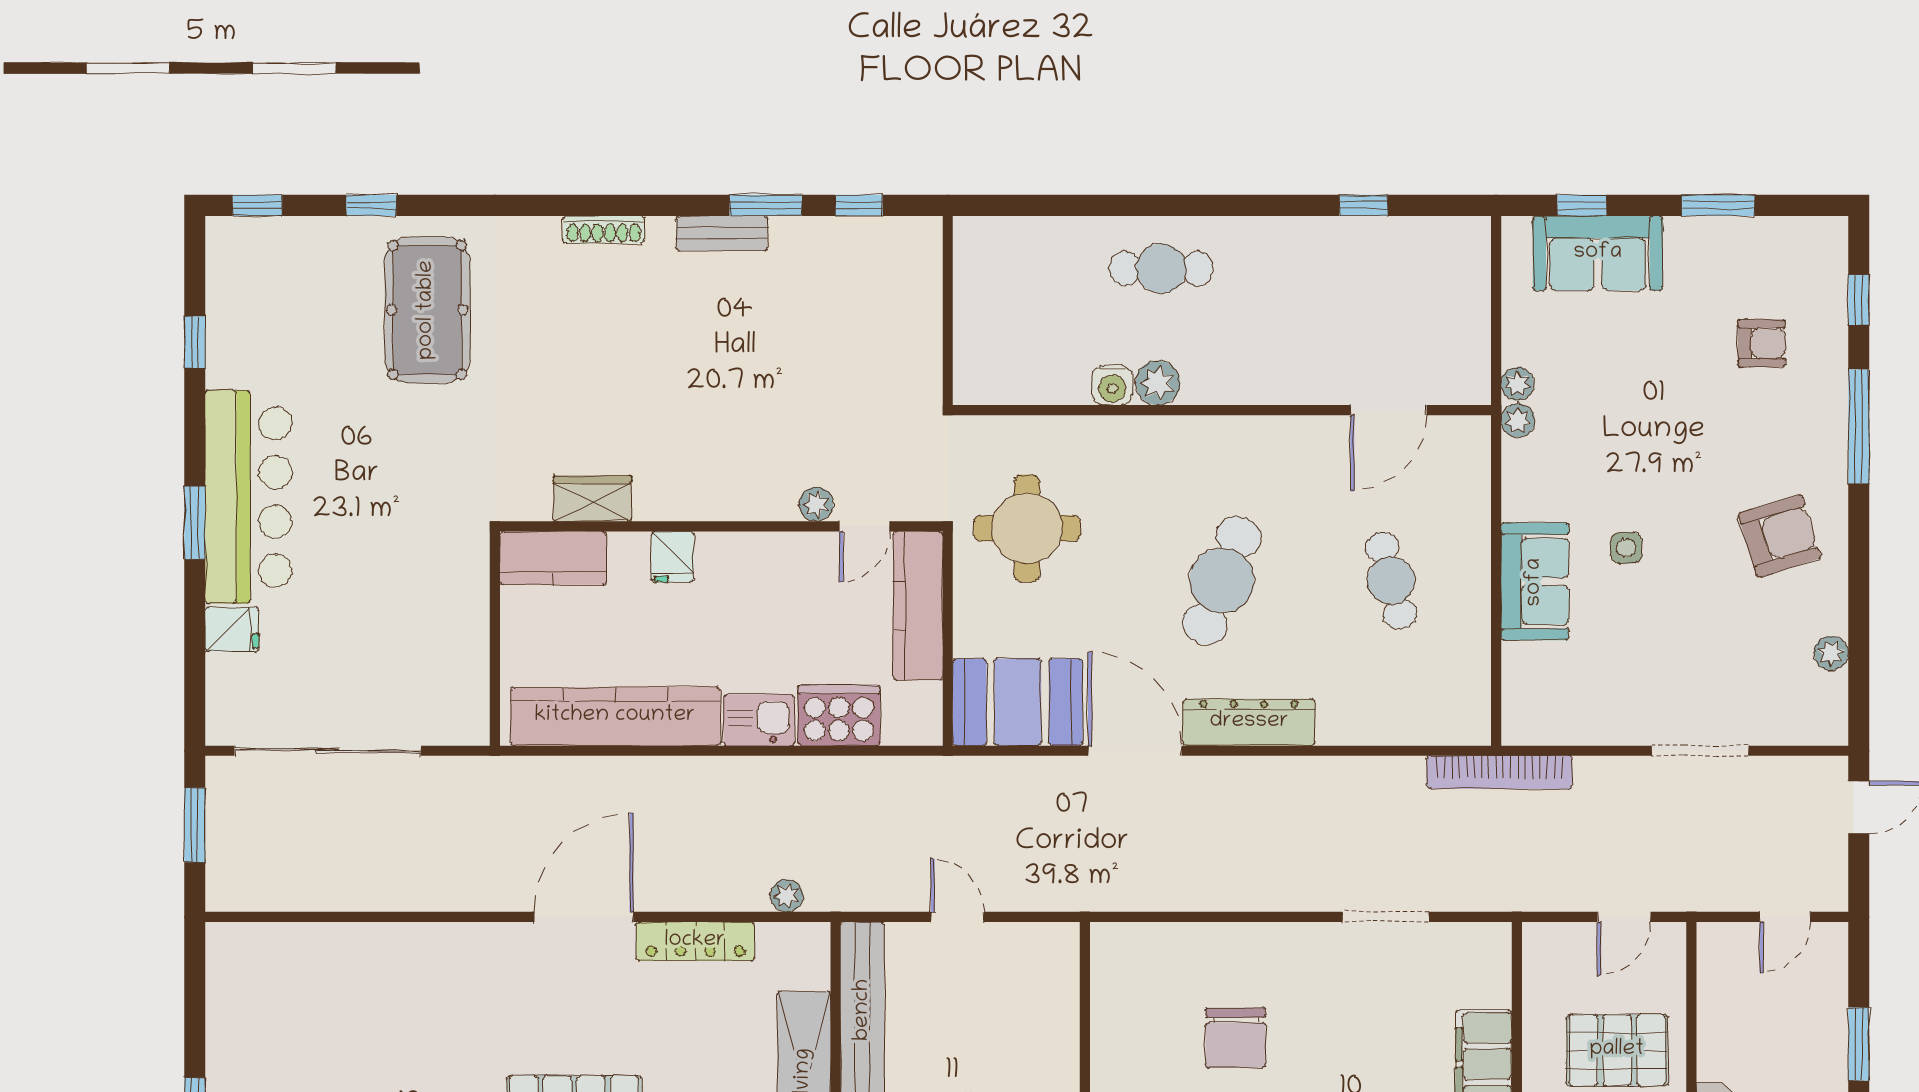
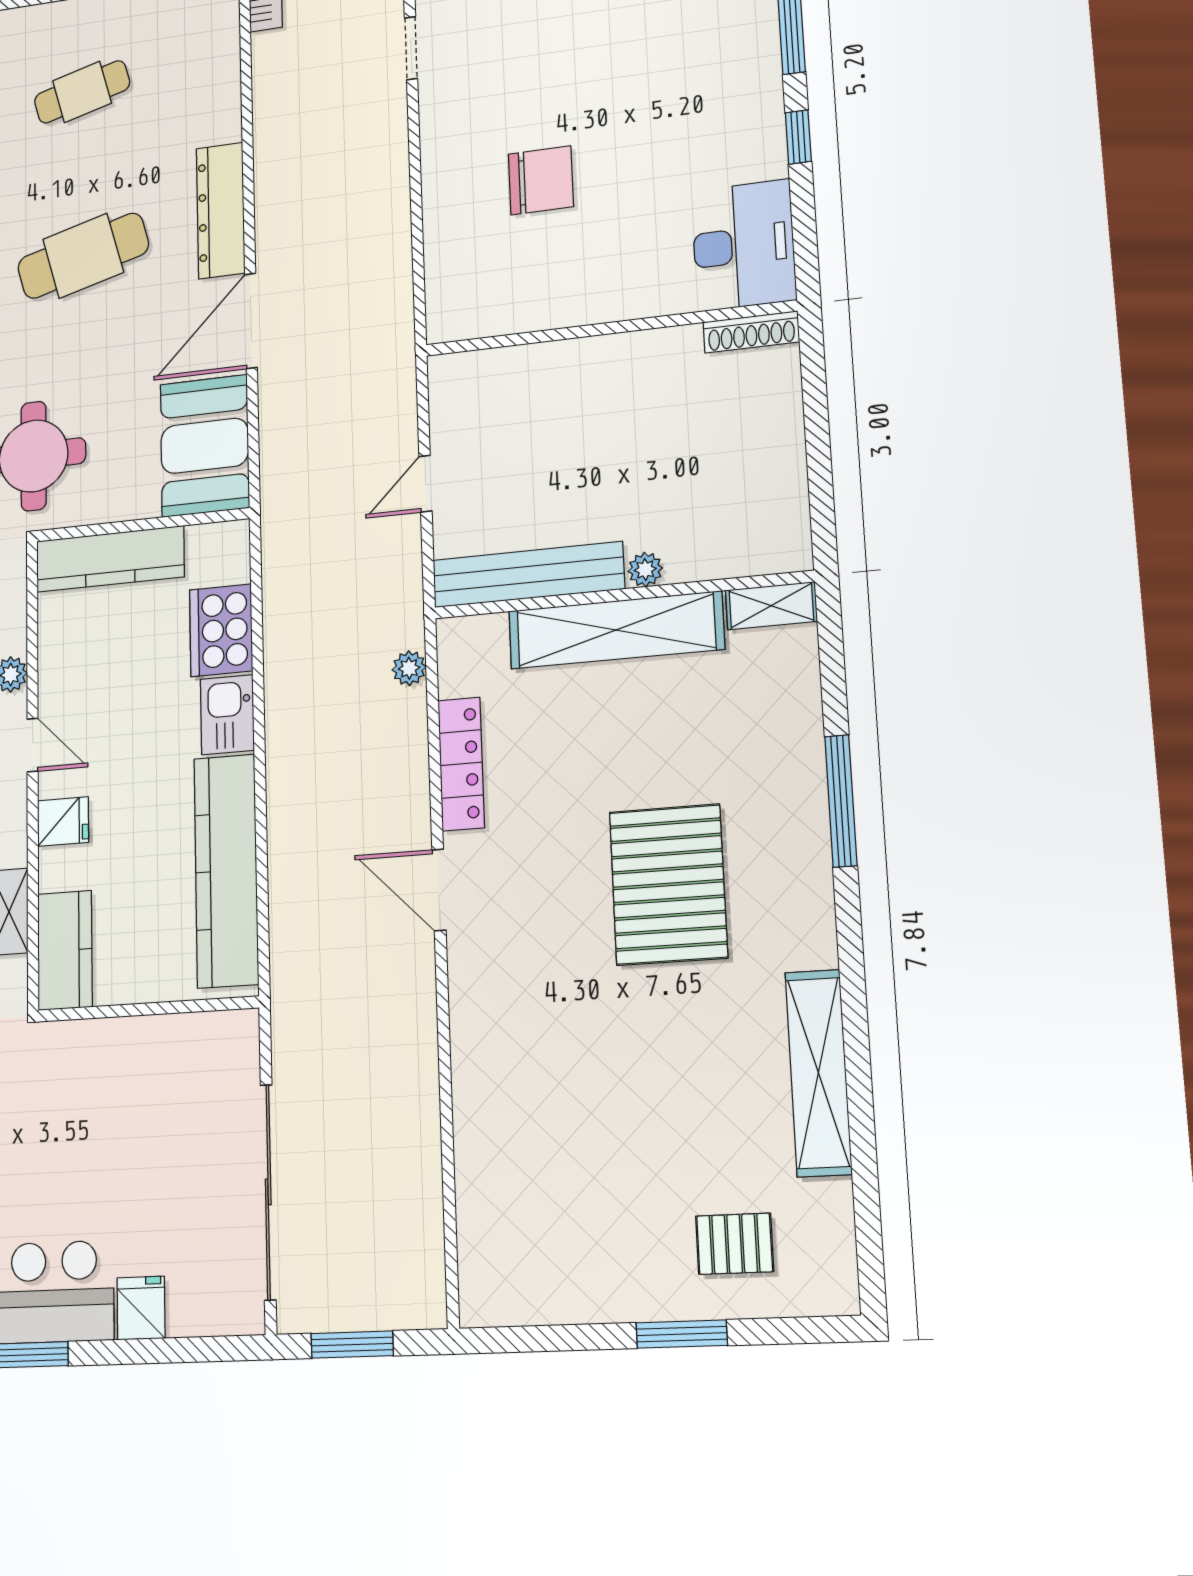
door: (864, 526) -> (33, 745), moved
cafe table: (1222, 580) -> (83, 256), turned -36
door: (584, 917) -> (439, 890), width x0.73
doorway: (1386, 917) -> (411, 48), width x0.73

